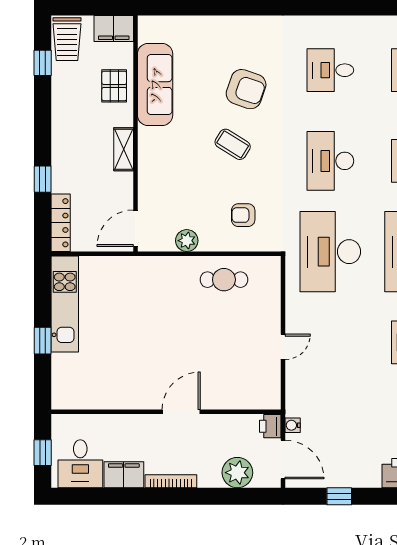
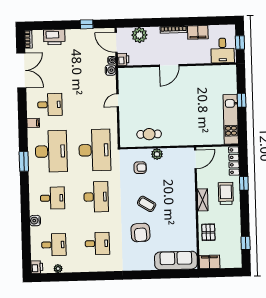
trolley: (67, 39) -> (226, 193), moved
sofa: (155, 85) -> (176, 260), moved, turned 90
armchair: (246, 89) -> (140, 233), turned -112
plant: (187, 241) -> (157, 154), moved
water cooler: (295, 406) -> (111, 70), added
desk: (80, 464) -> (223, 51), moved, turned 180

